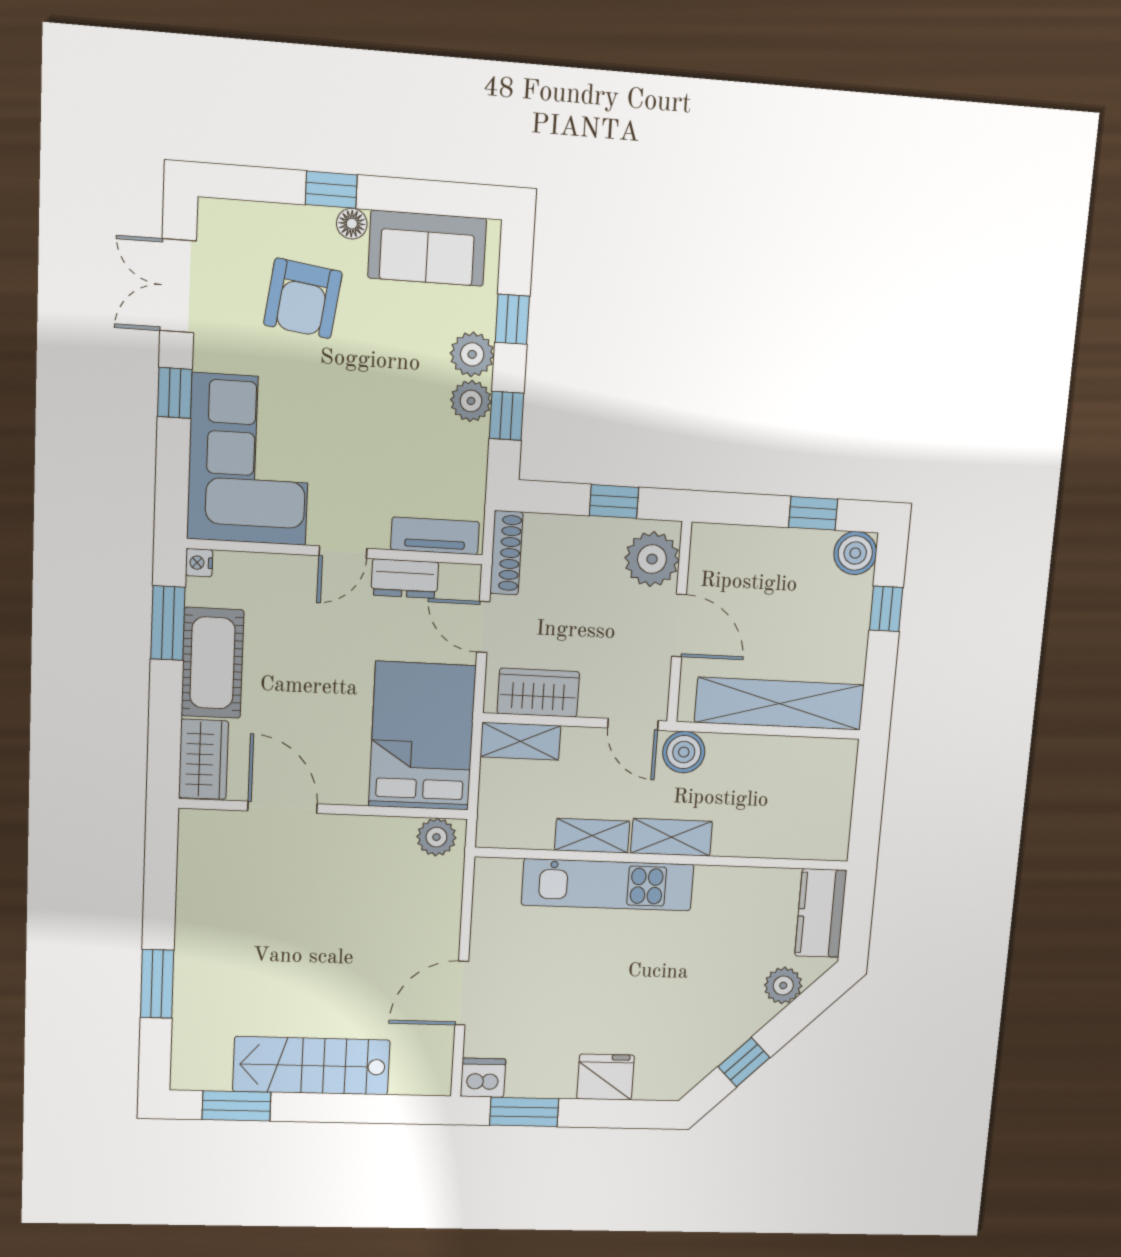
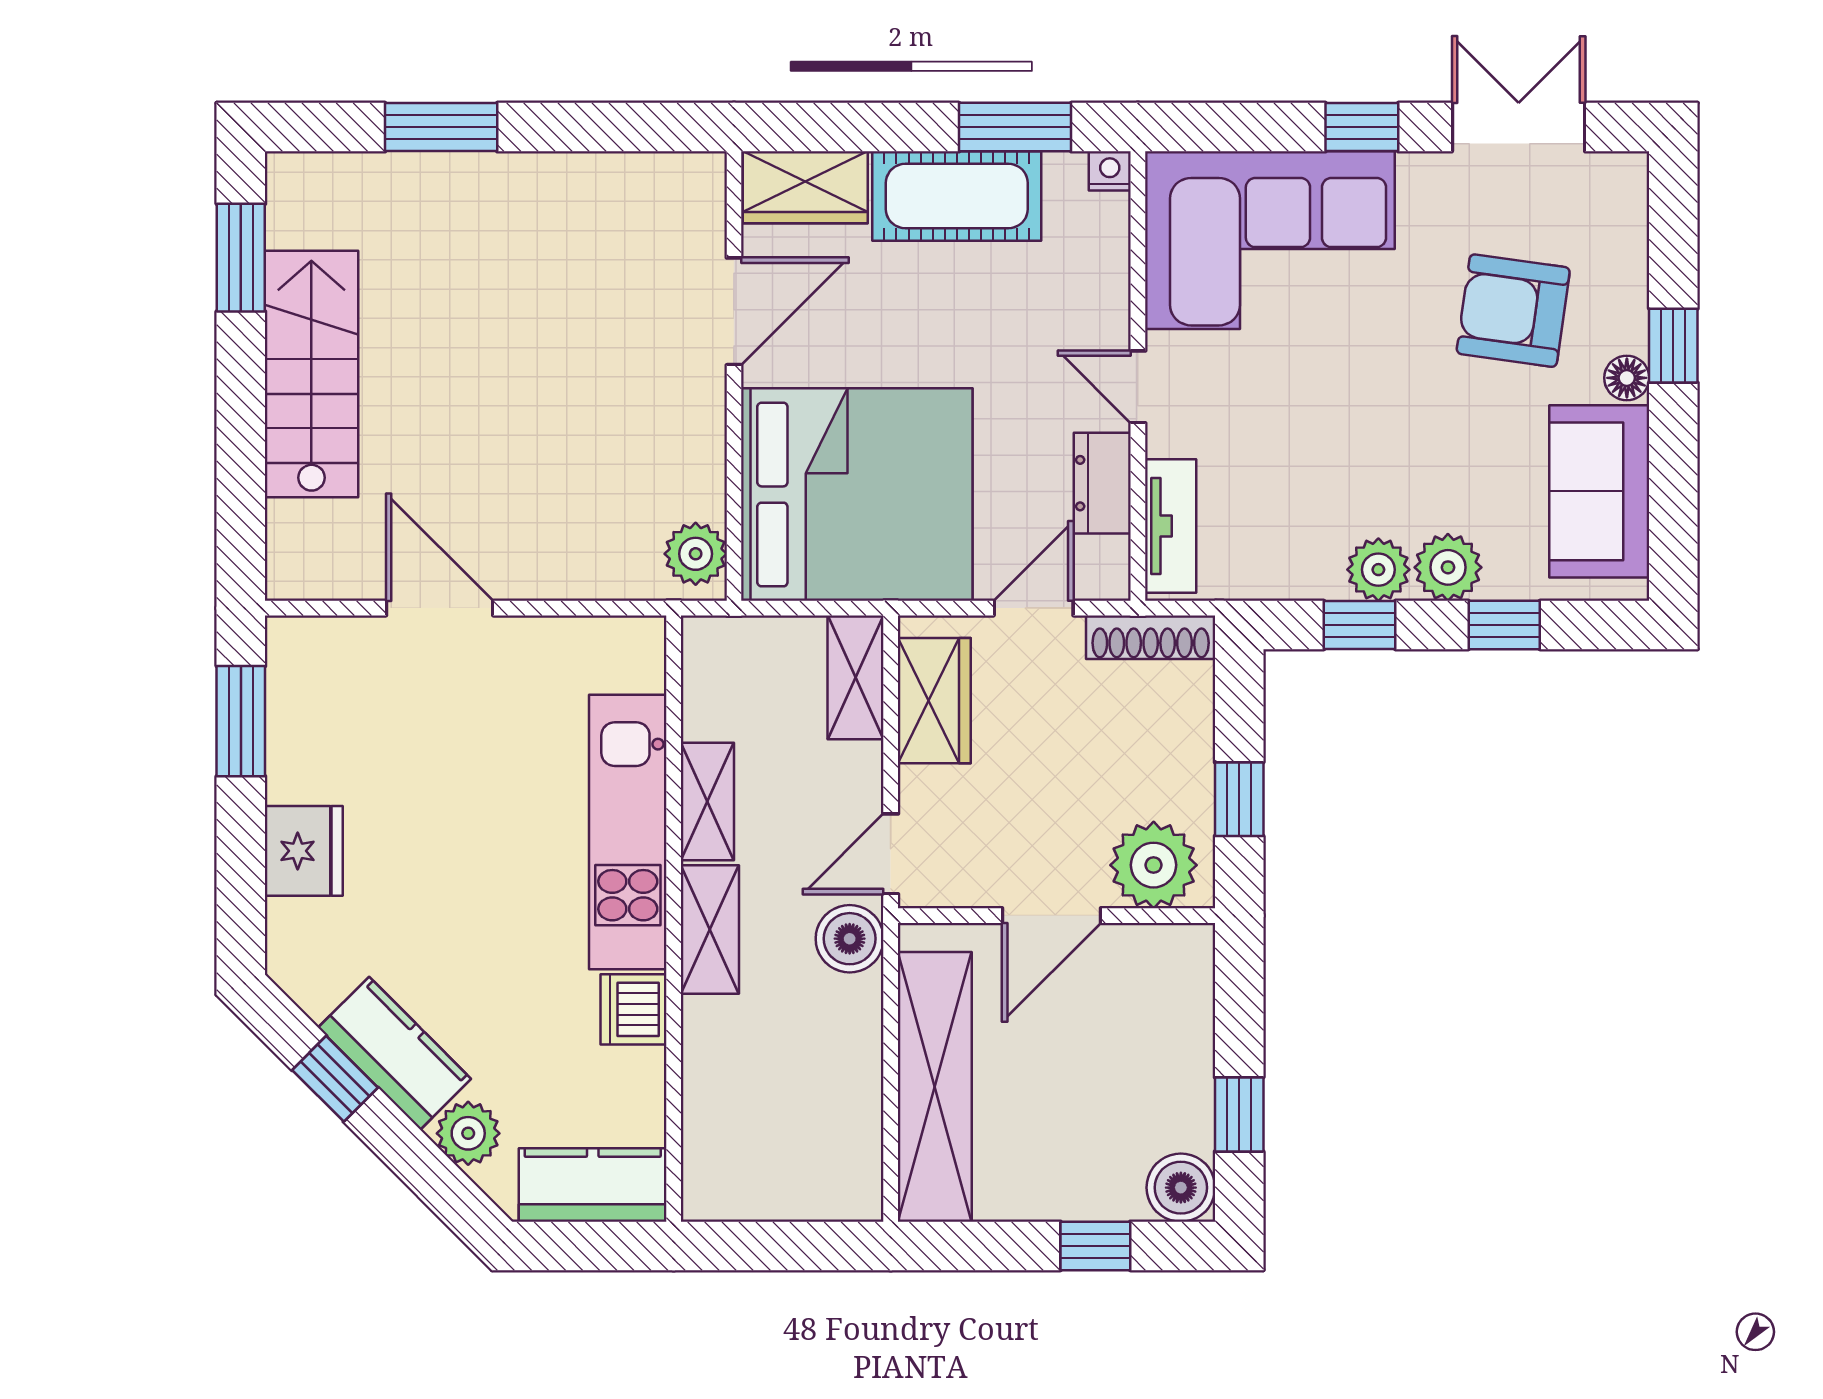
bed: (422, 736) -> (857, 495), width x1.36
kitchen counter: (732, 1027) -> (395, 1053), added
dishwasher: (483, 1078) -> (634, 1009), moved, turned 180

